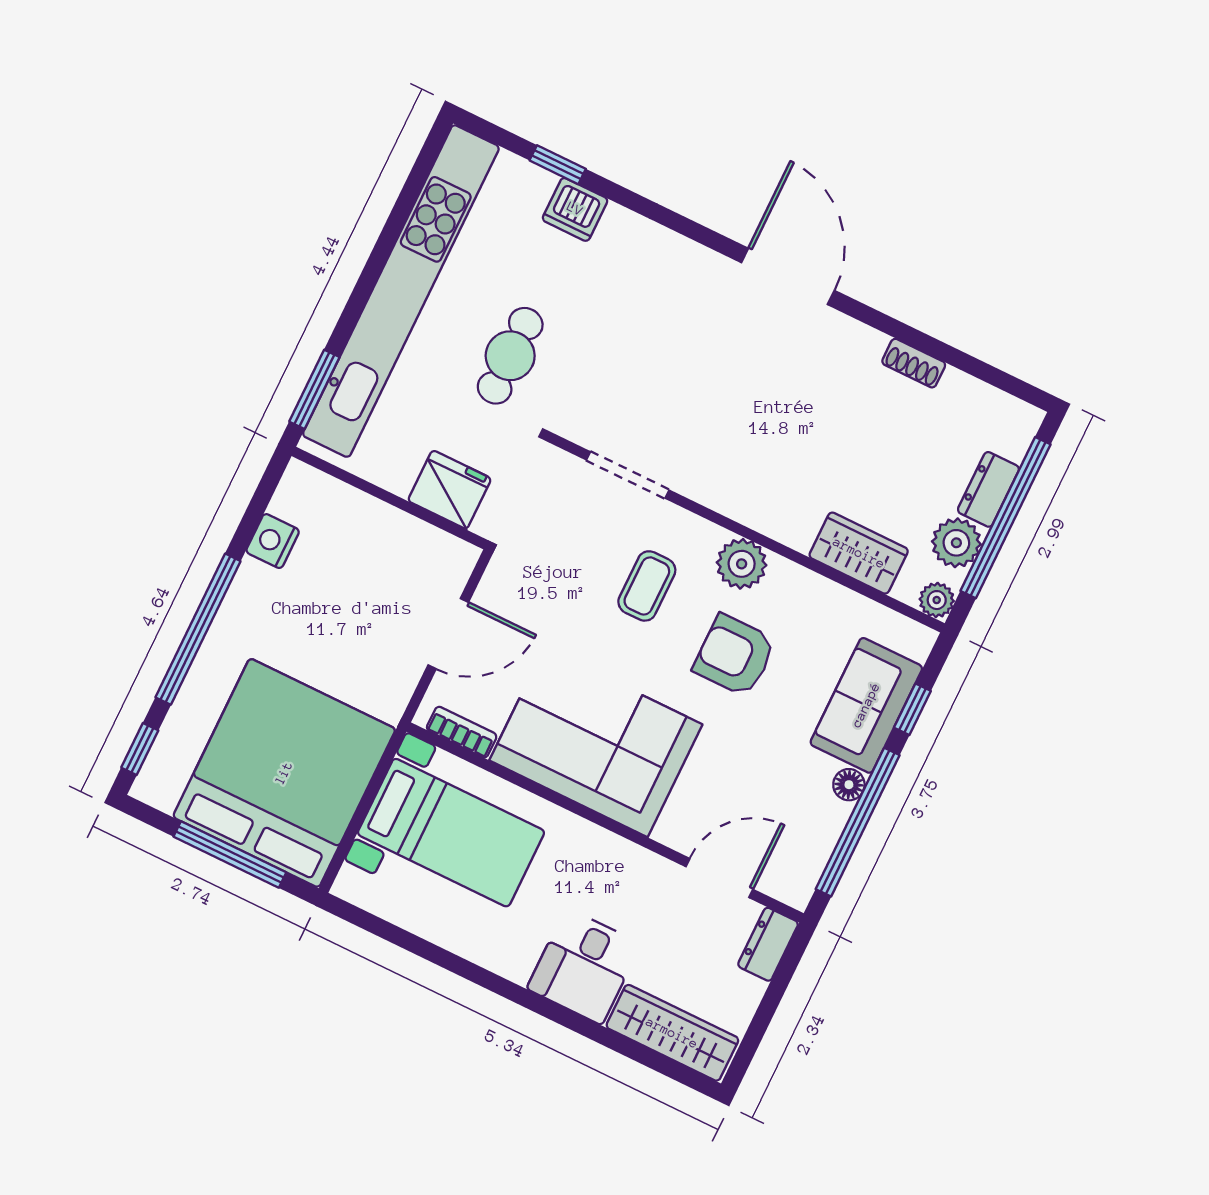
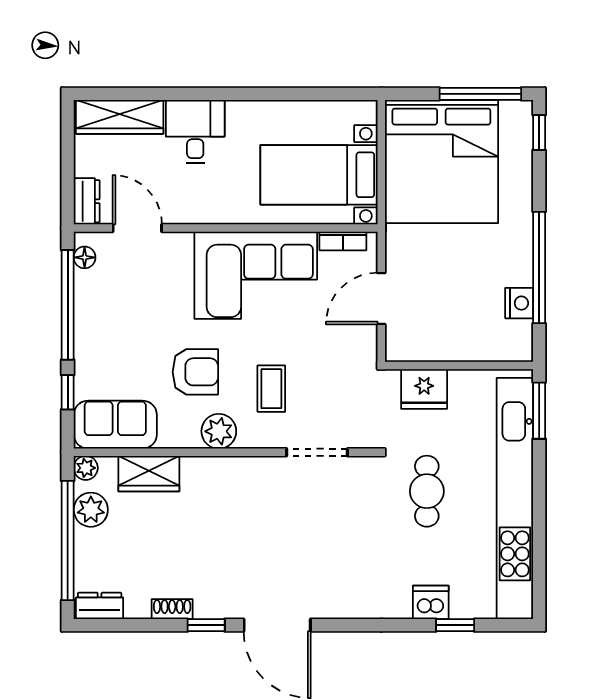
window: (880, 321) -> (206, 625), added
dresser: (988, 489) -> (100, 606), moved, turned -90
window: (198, 629) -> (539, 267), moved
sofa: (866, 705) -> (115, 425), moved, turned -90
floor lamp: (849, 785) -> (85, 257), moved
window: (230, 854) -> (480, 94), moved
door: (719, 878) -> (137, 228), swing flipped

